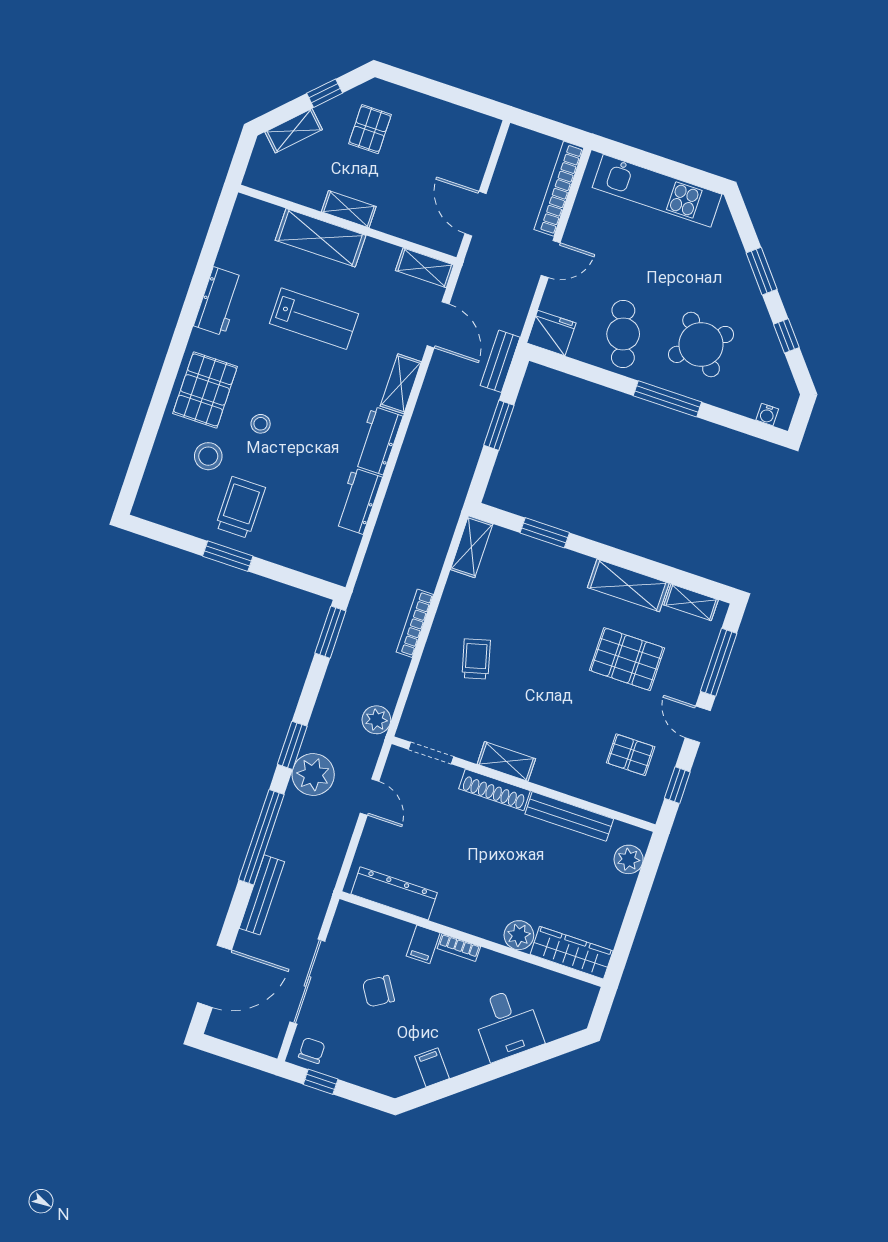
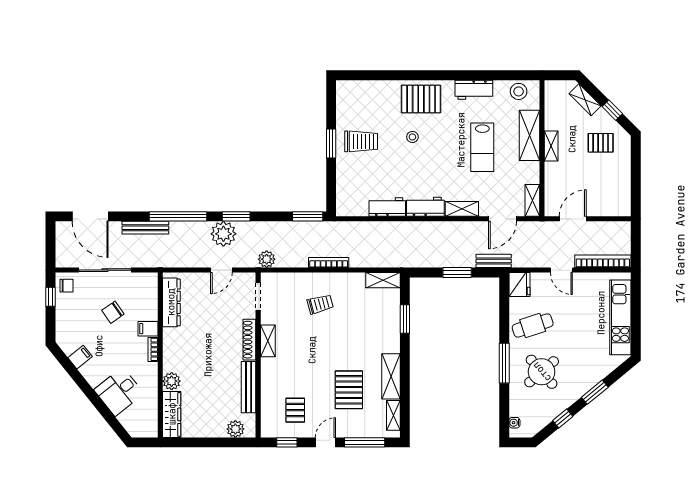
stool: (208, 456) -> (519, 91), moved
chair: (378, 991) -> (113, 312), turned -93

